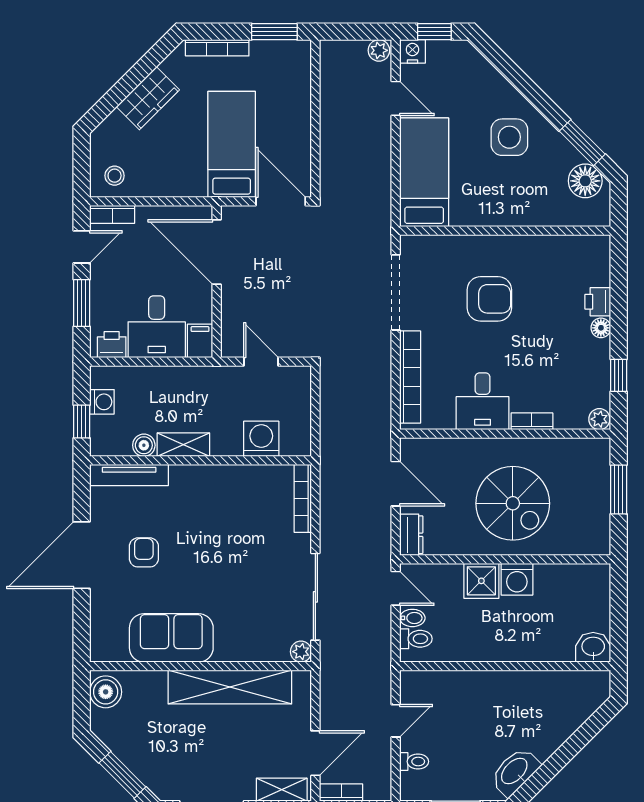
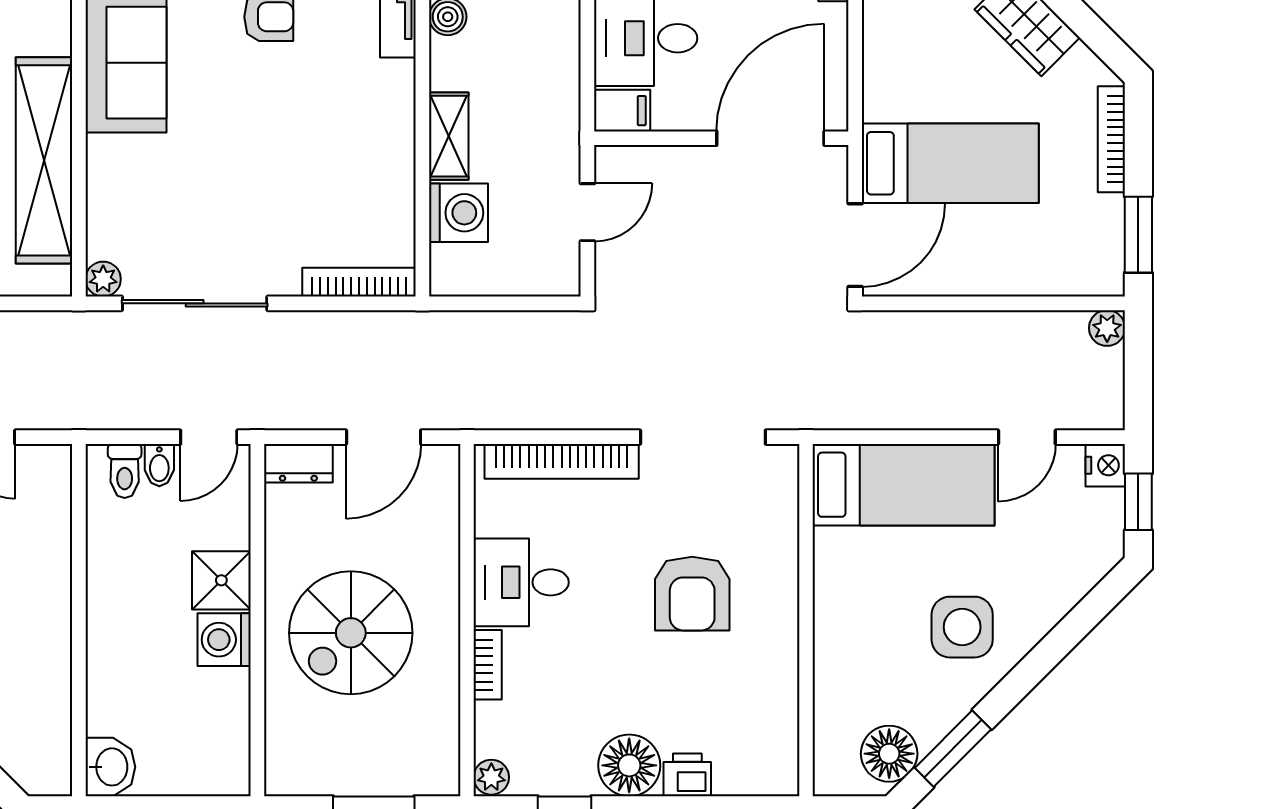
plant: (379, 50) -> (1107, 328), moved
floor lamp: (601, 328) -> (629, 765), width x1.89, depth x1.89
shelving: (183, 445) -> (449, 136), moved

